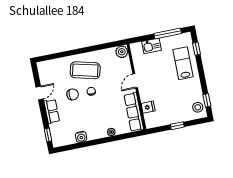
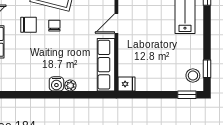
fridge: (148, 107) -> (126, 84), moved
window: (177, 126) -> (187, 95), moved
water cooler: (81, 137) -> (56, 84), moved

